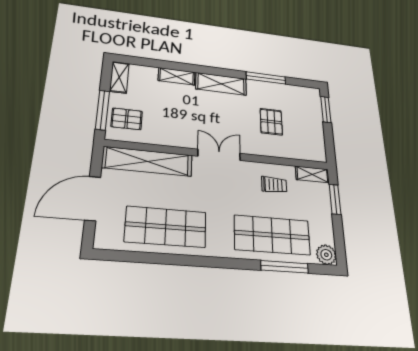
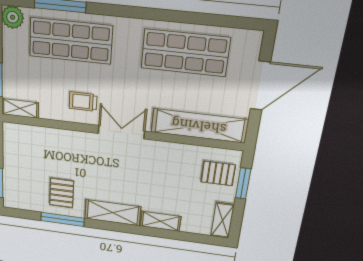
window: (102, 110) -> (243, 183), width x0.69
pallet: (271, 122) -> (62, 193), moved
double door: (219, 155) -> (121, 132), swing flipped
trolley: (274, 185) -> (83, 102), moved

